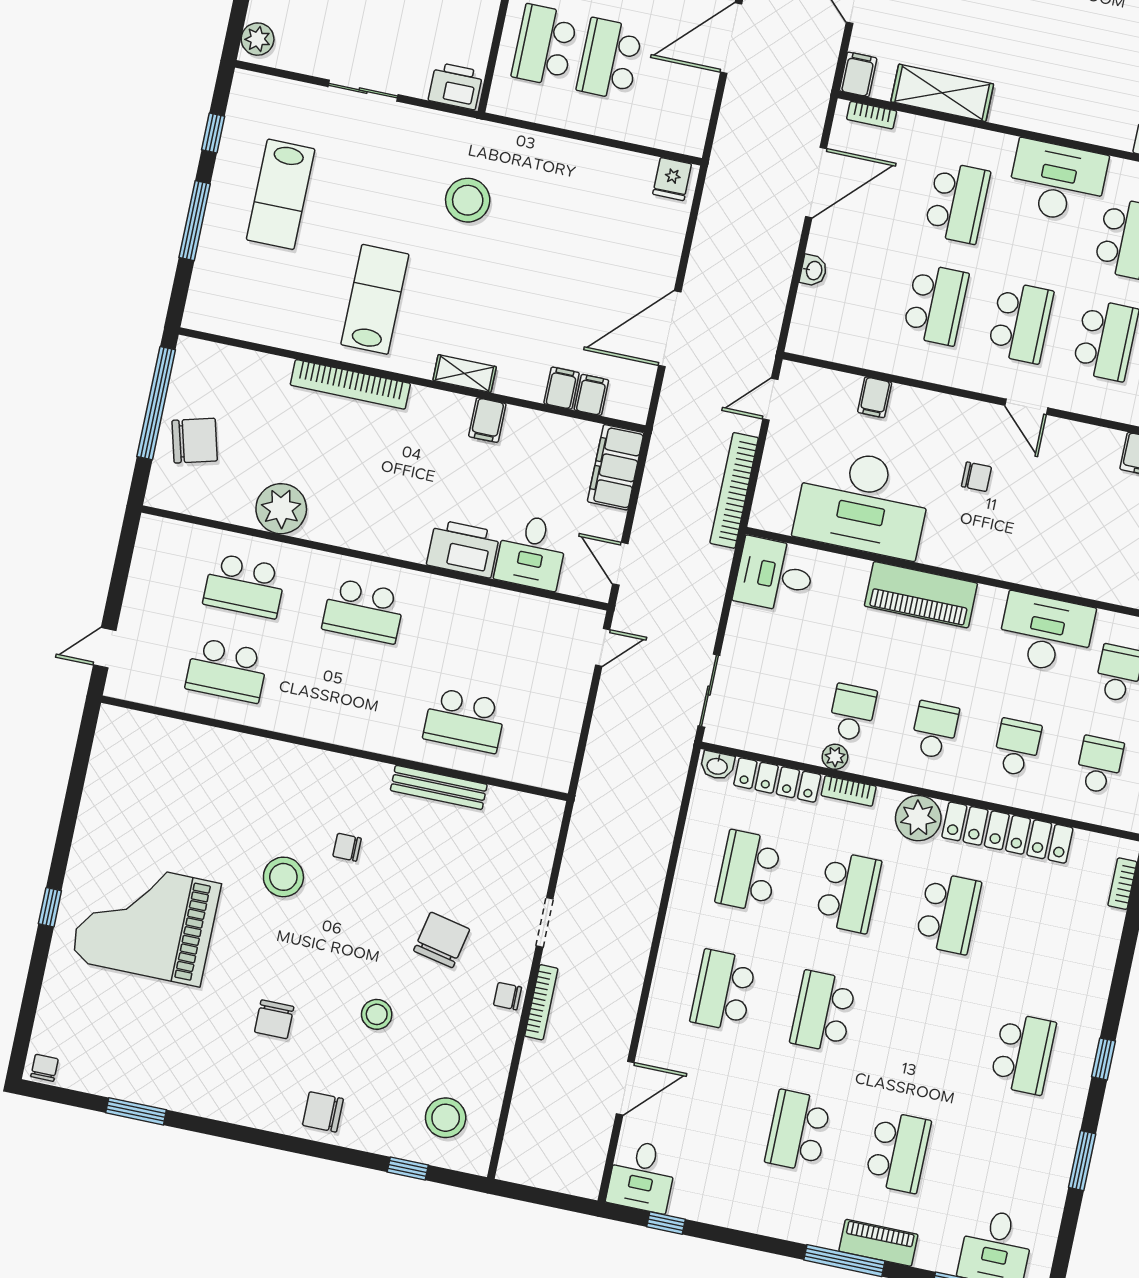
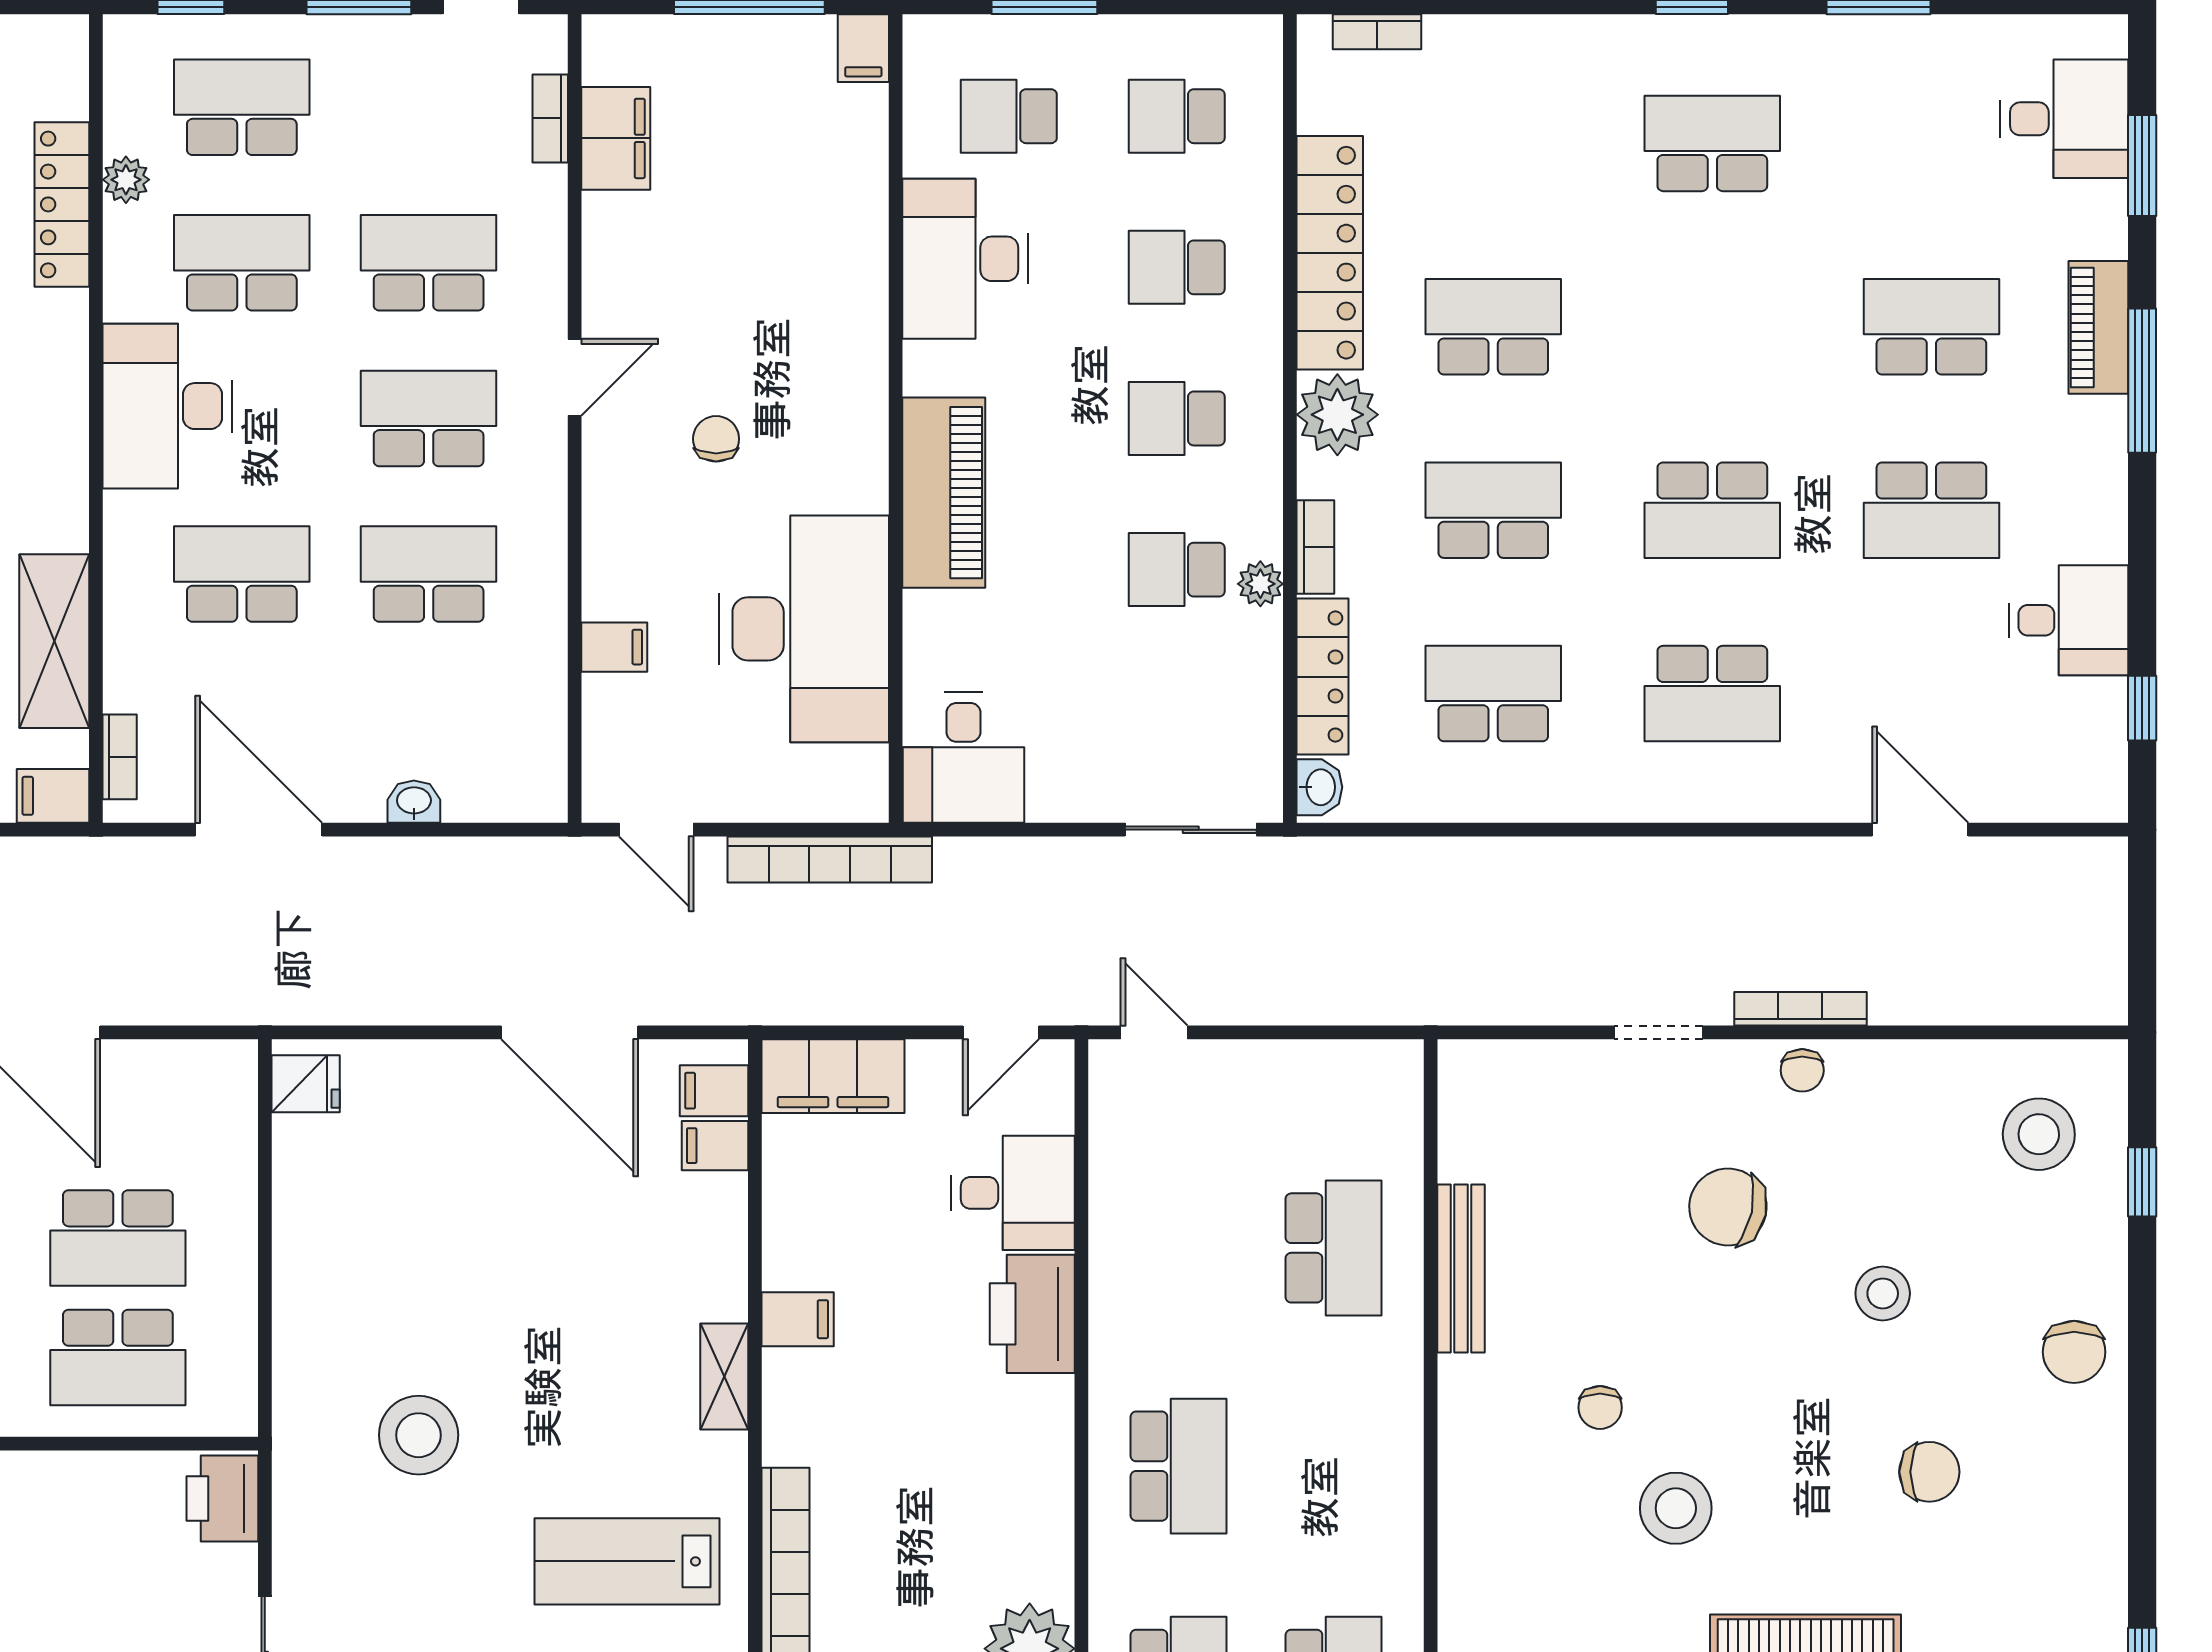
filing cabinet: (562, 388) -> (714, 1091), moved
school desk: (748, 871) -> (1493, 694), turned 180
desk: (642, 1176) -> (2069, 620), moved

